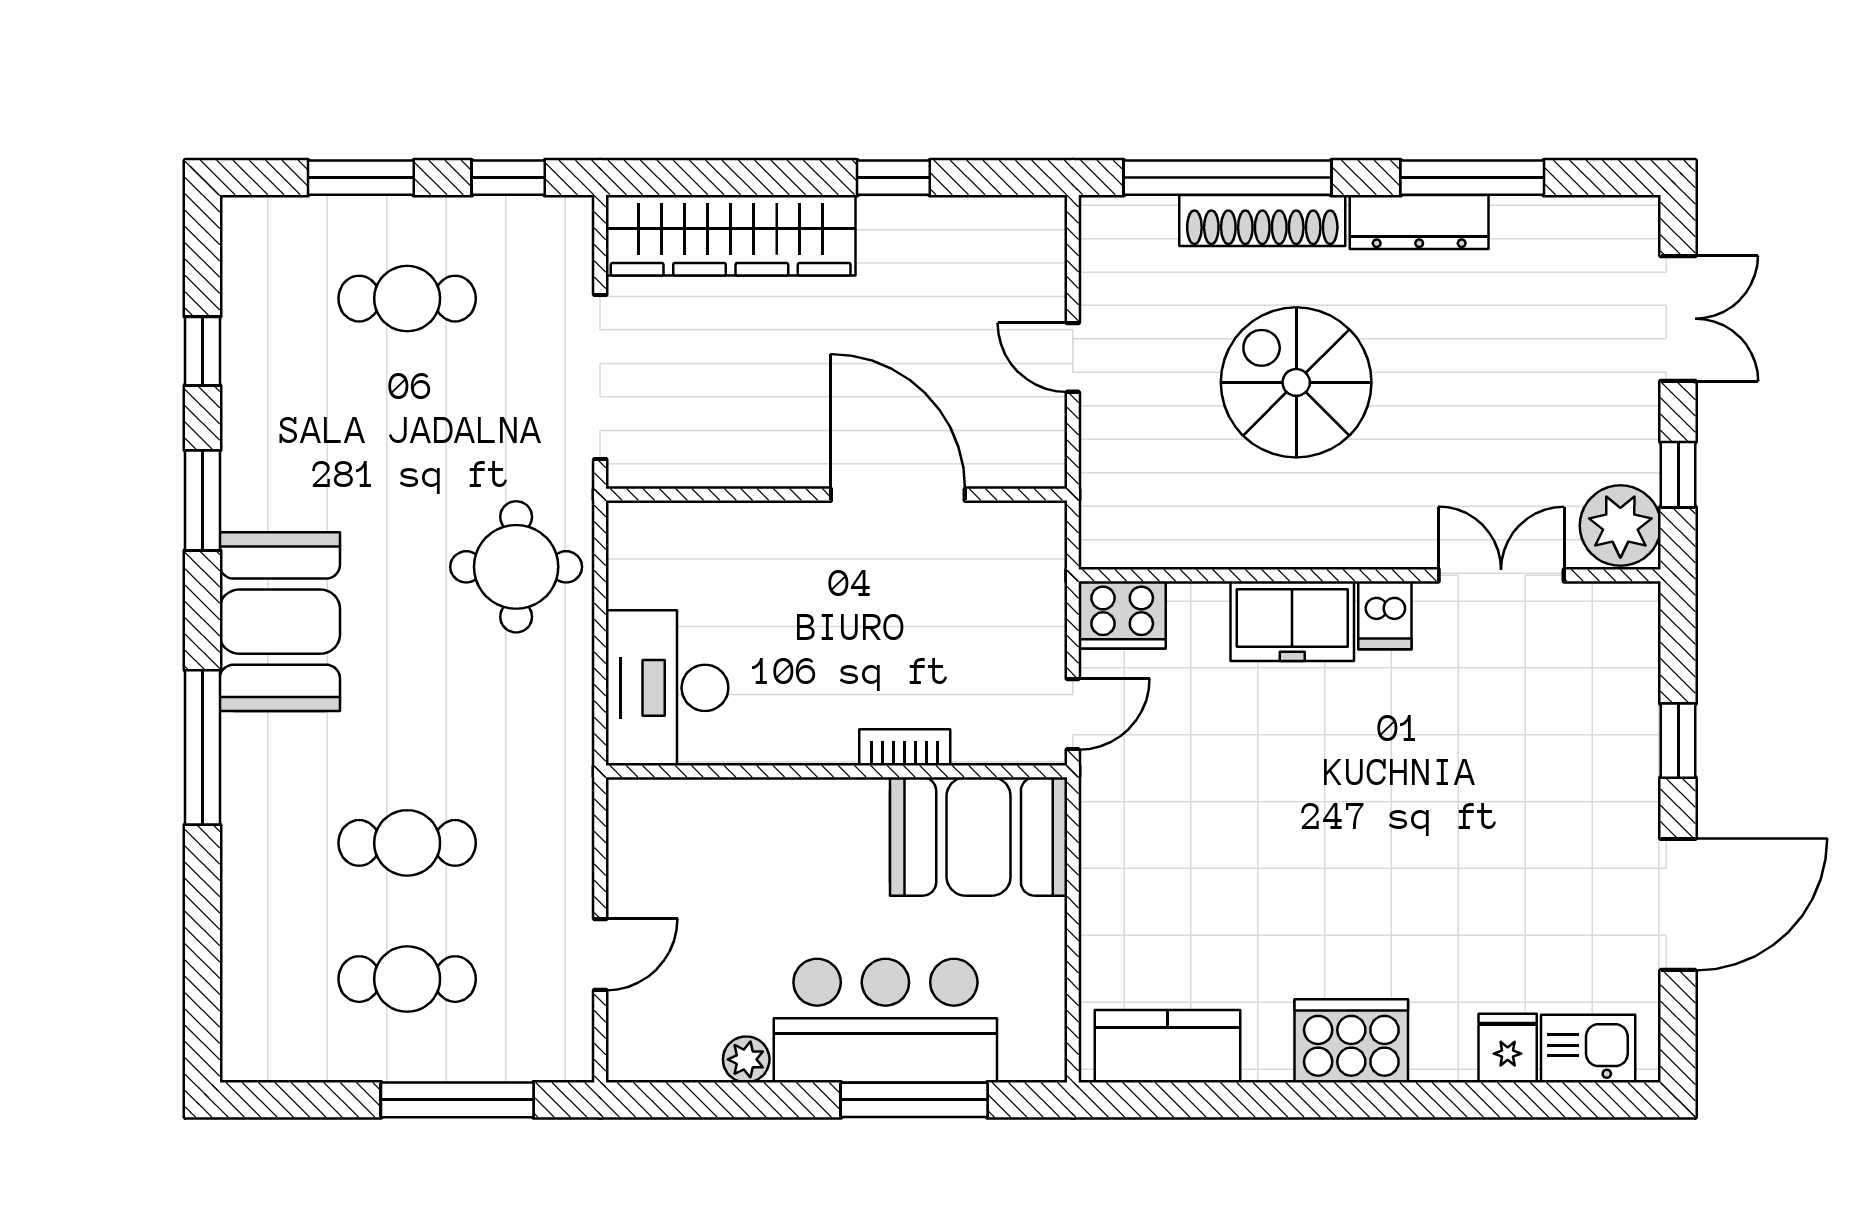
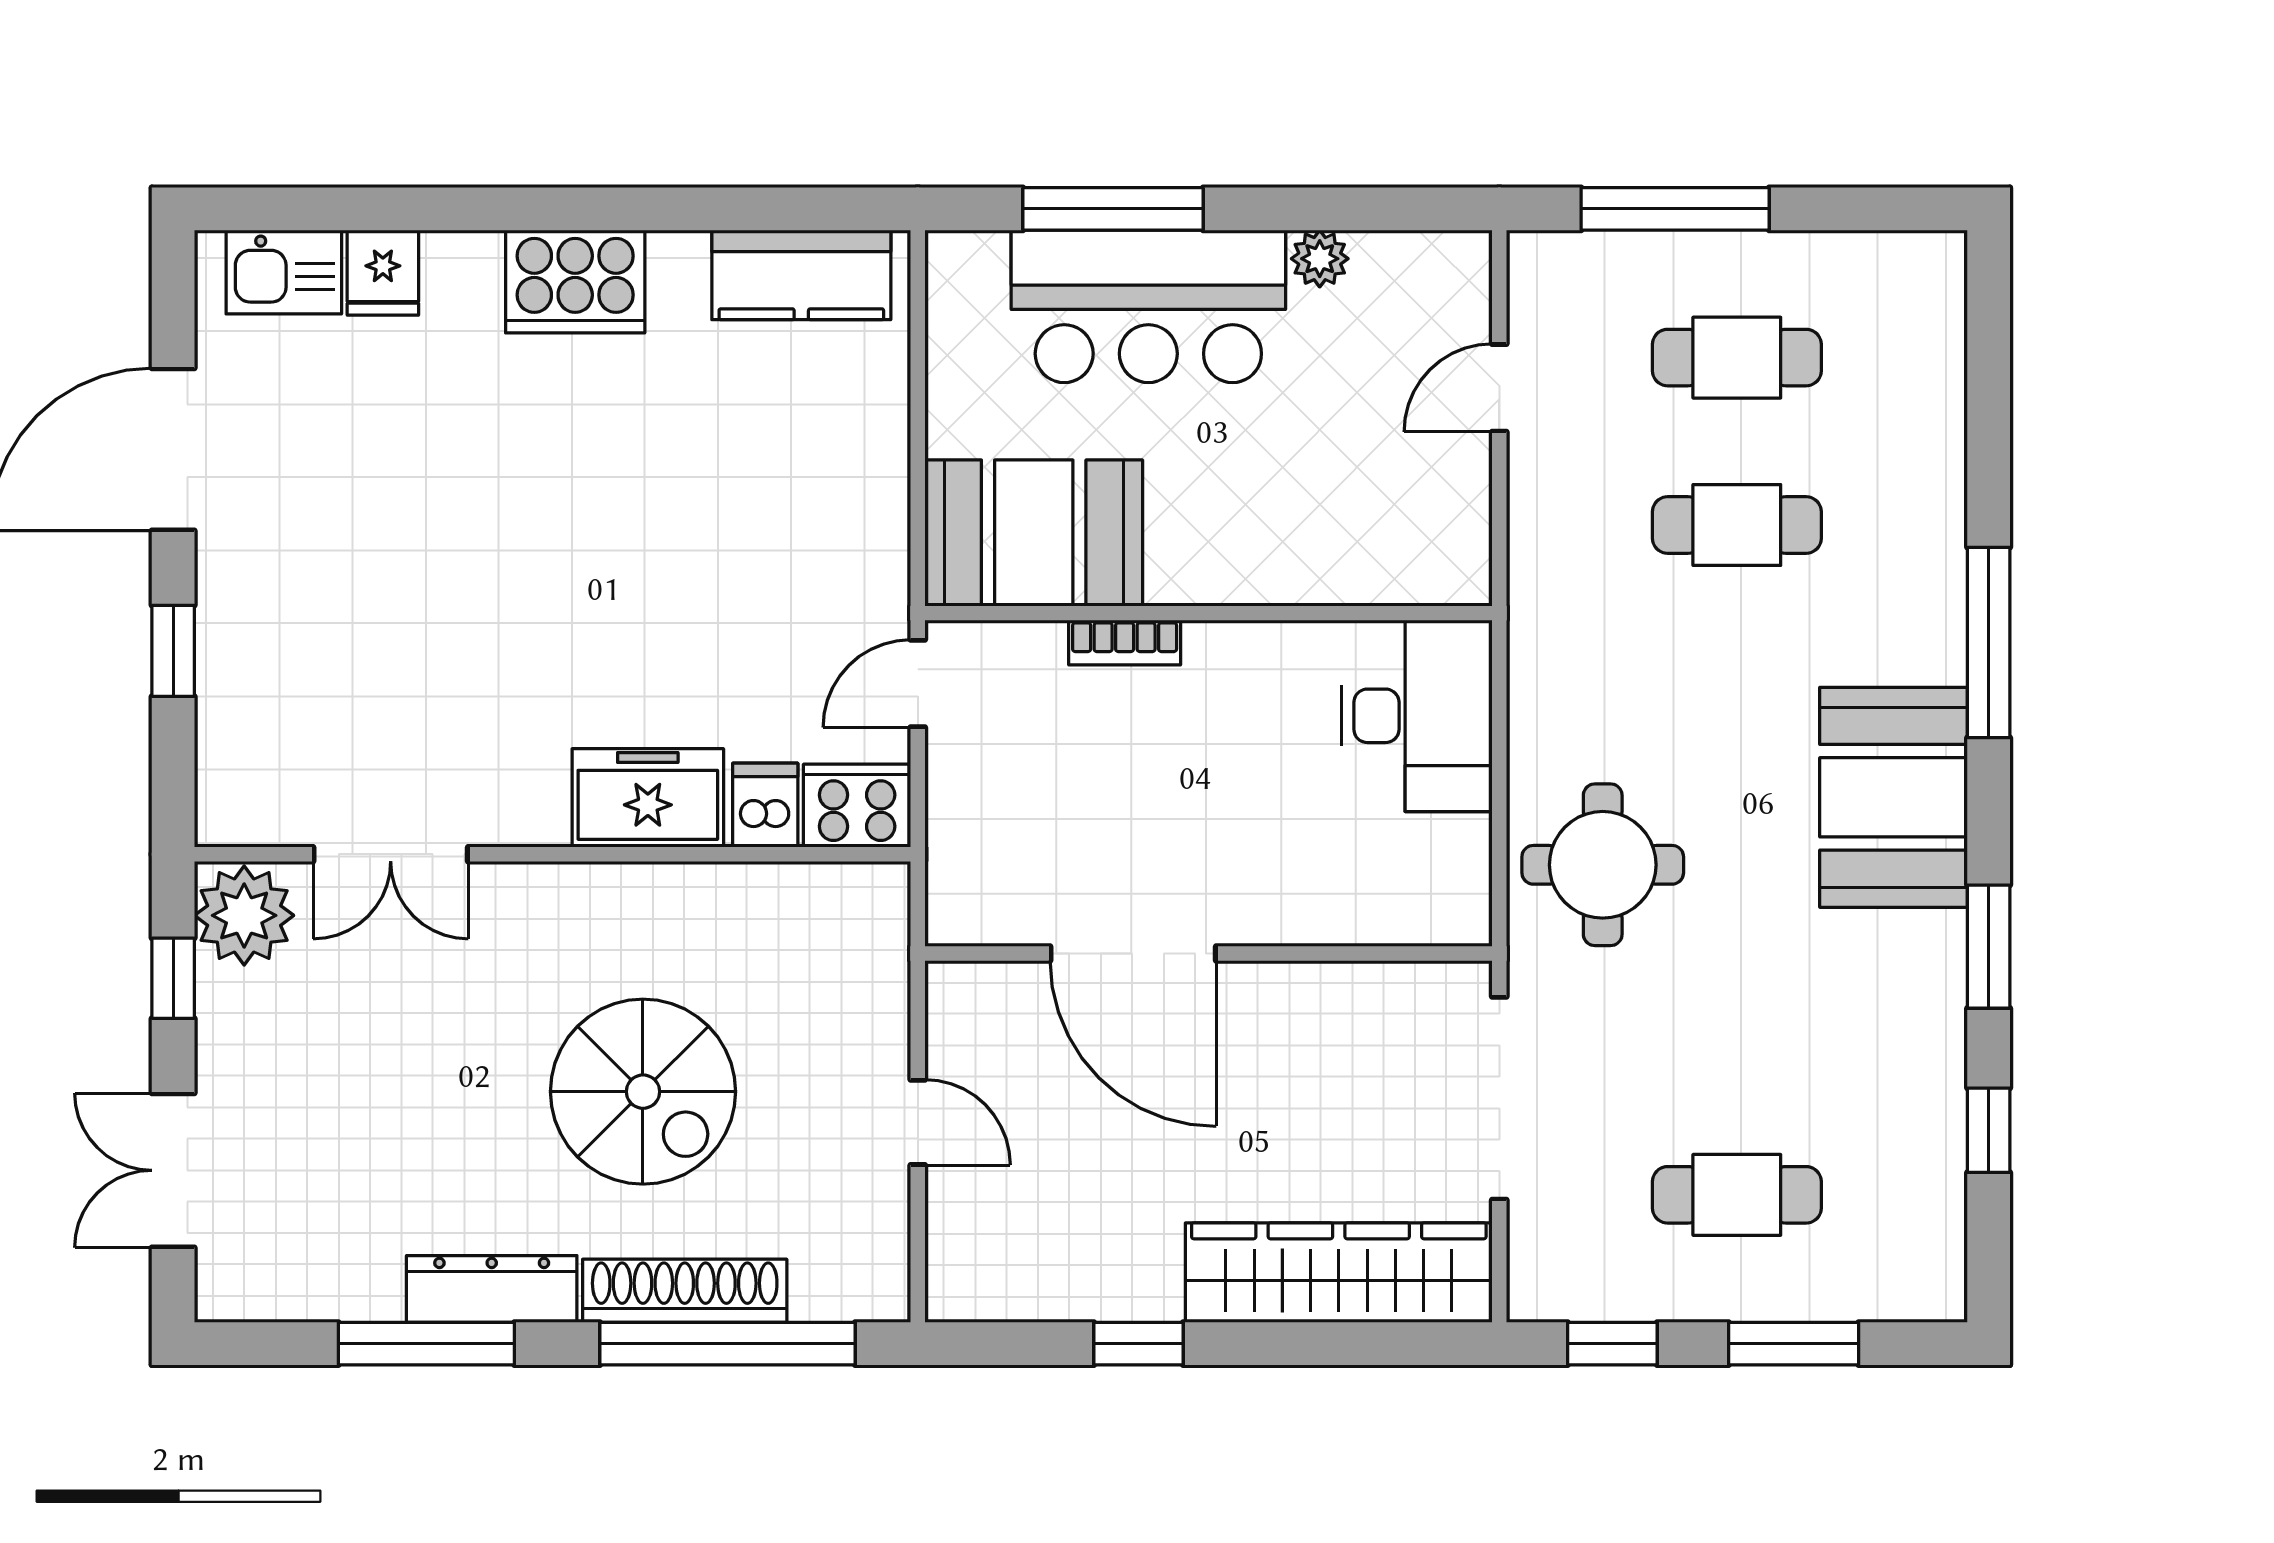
dishwasher: (1385, 615) -> (765, 805), moved

